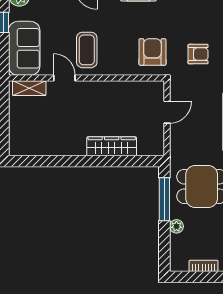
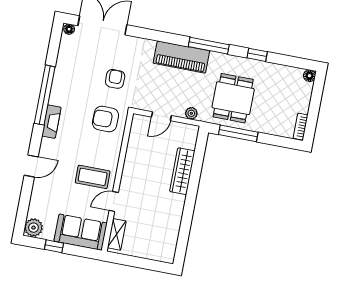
door: (167, 112) -> (161, 116), swing flipped
plant: (176, 226) -> (191, 113), moved
bookcase: (204, 266) -> (301, 127), moved

